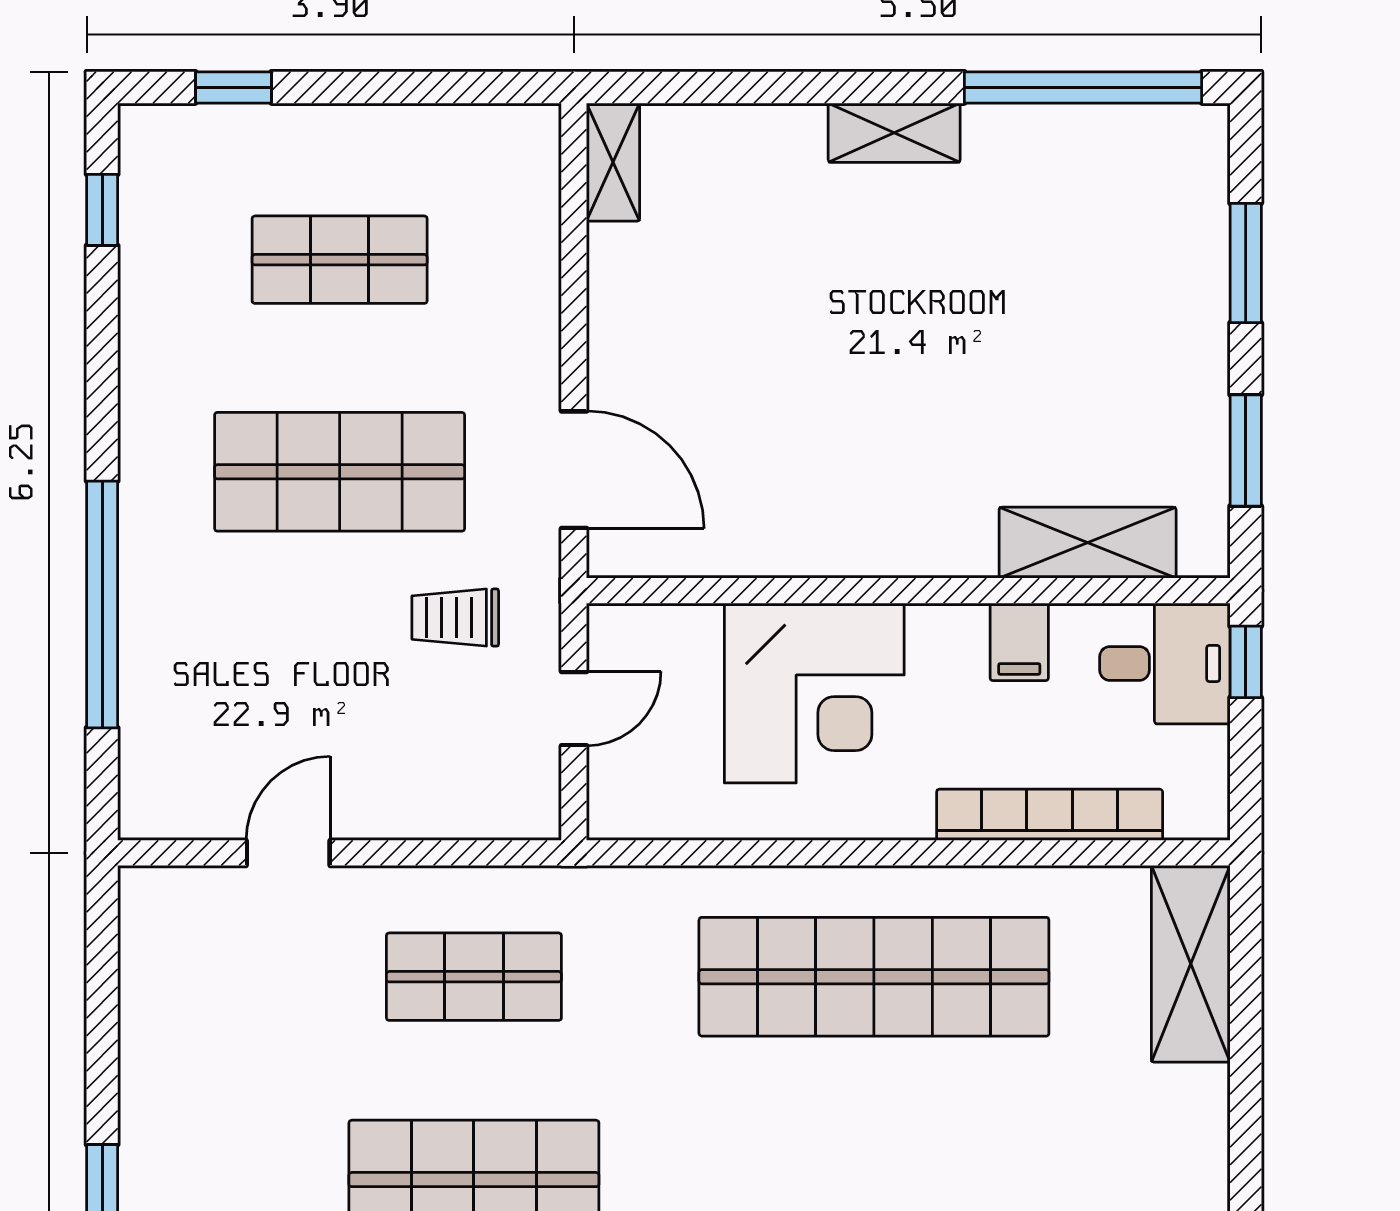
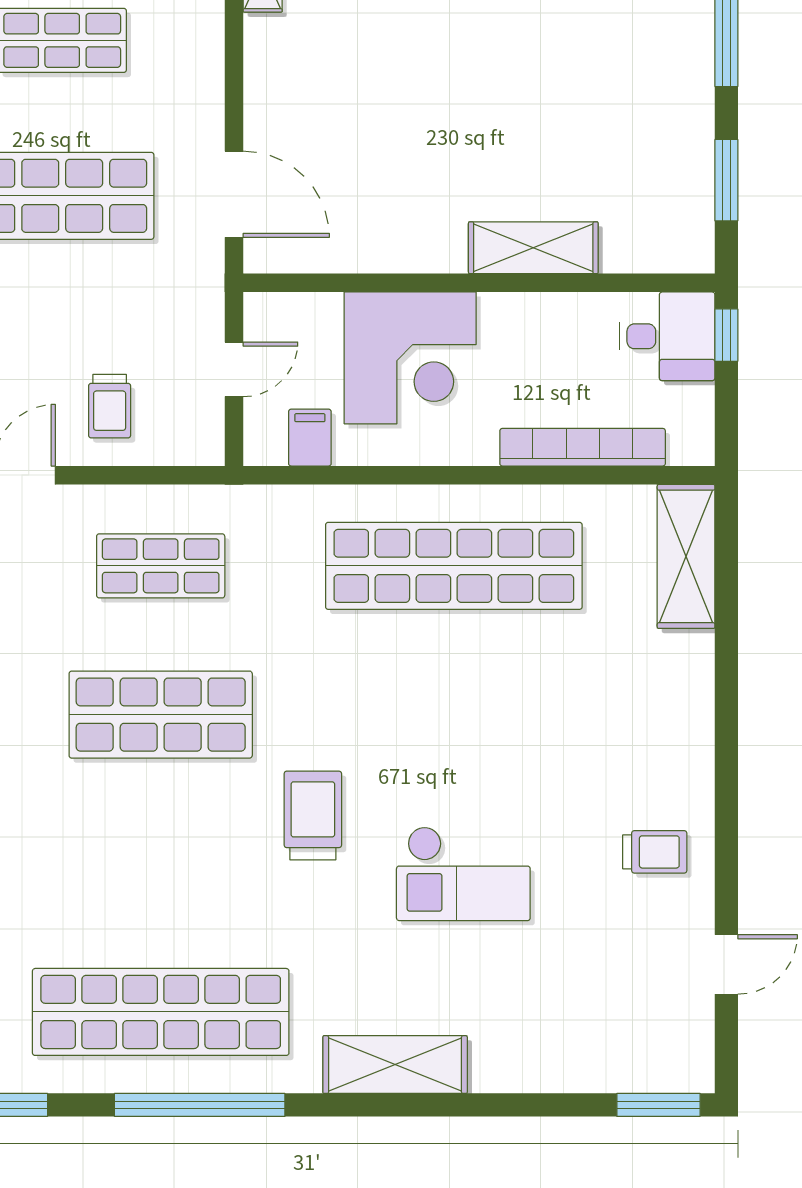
shelving: (1088, 543) -> (533, 248), moved
trolley: (455, 618) -> (110, 406), moved, turned -90
filing cabinet: (1019, 642) -> (310, 438), moved, turned 180

